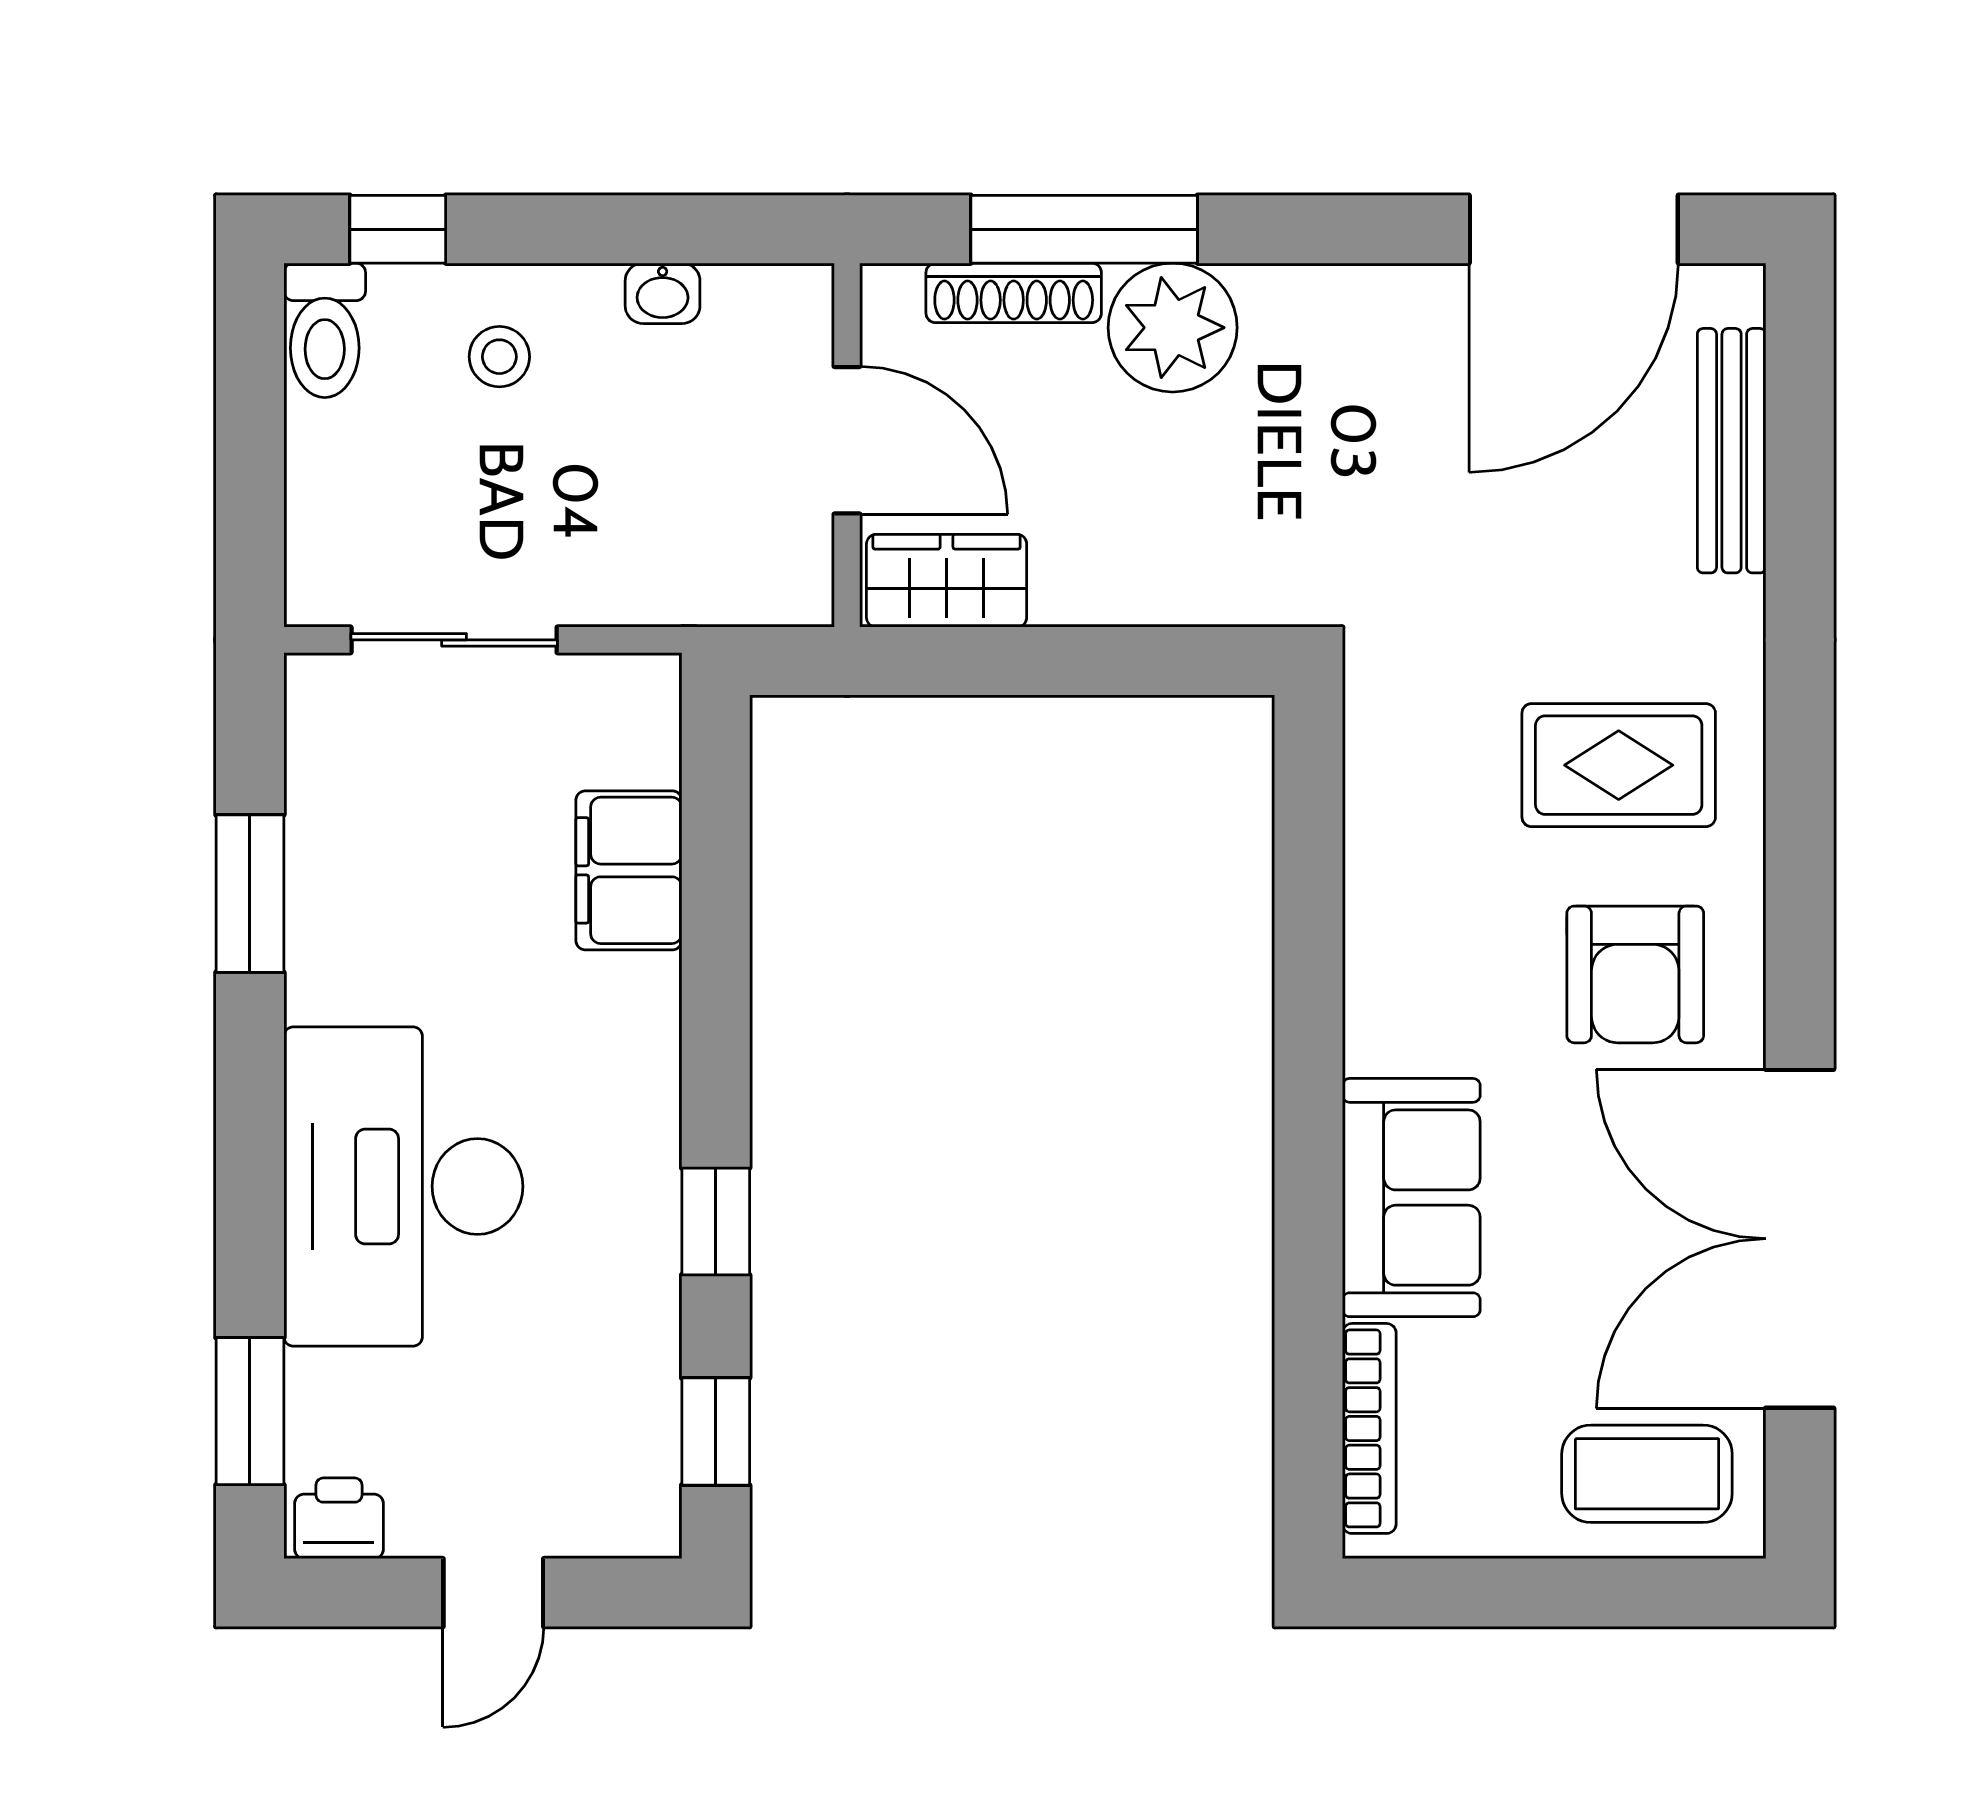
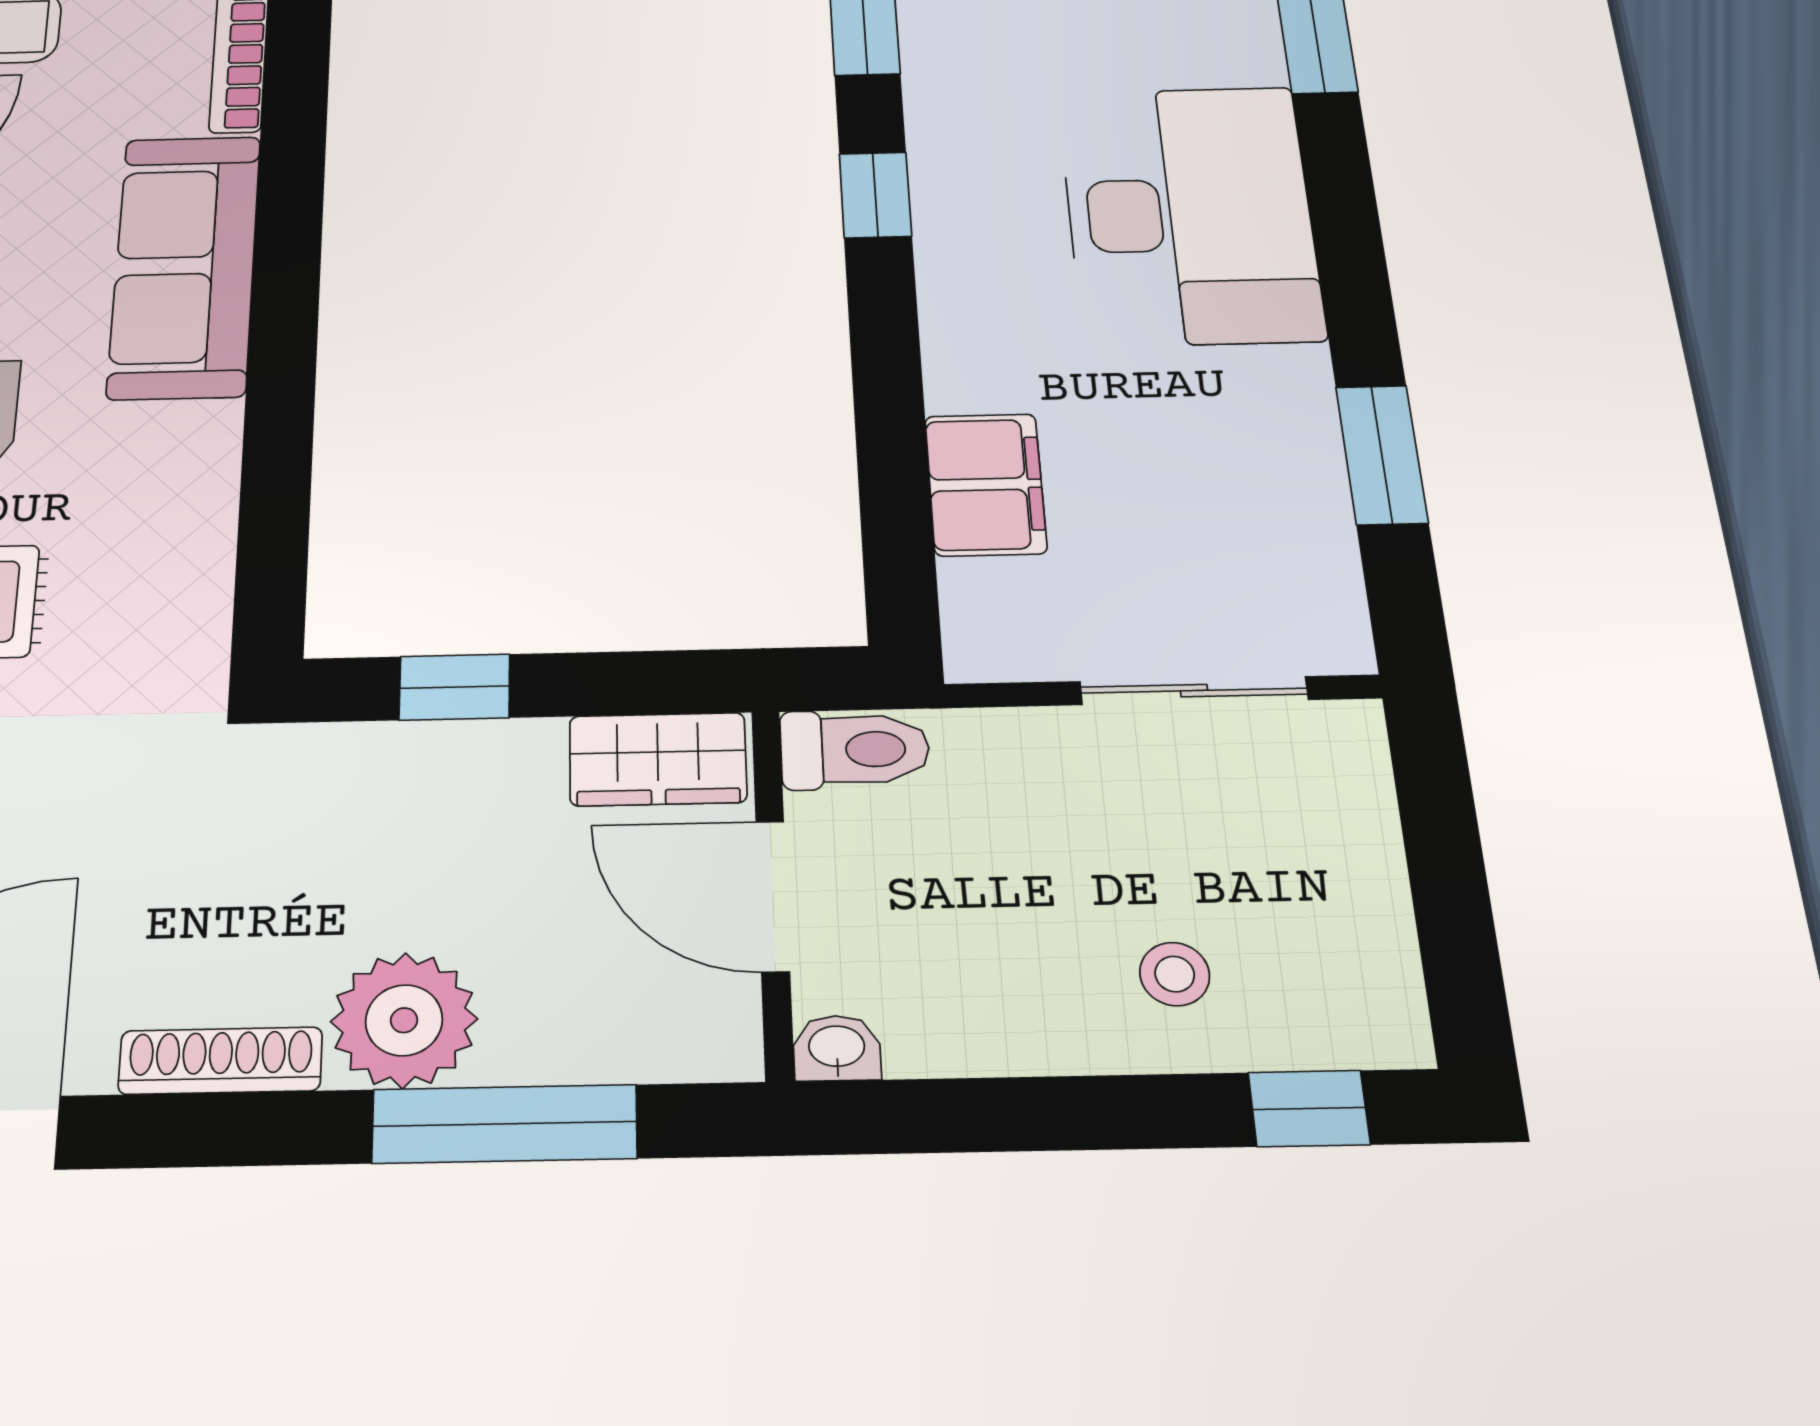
washbasin: (663, 293) -> (837, 1048), moved
shoe rack: (1014, 293) -> (220, 1061), moved
toilet: (325, 330) -> (855, 749), moved, turned 90
window: (1133, 661) -> (455, 687), added
sofa: (1411, 1198) -> (185, 266), width x1.36

